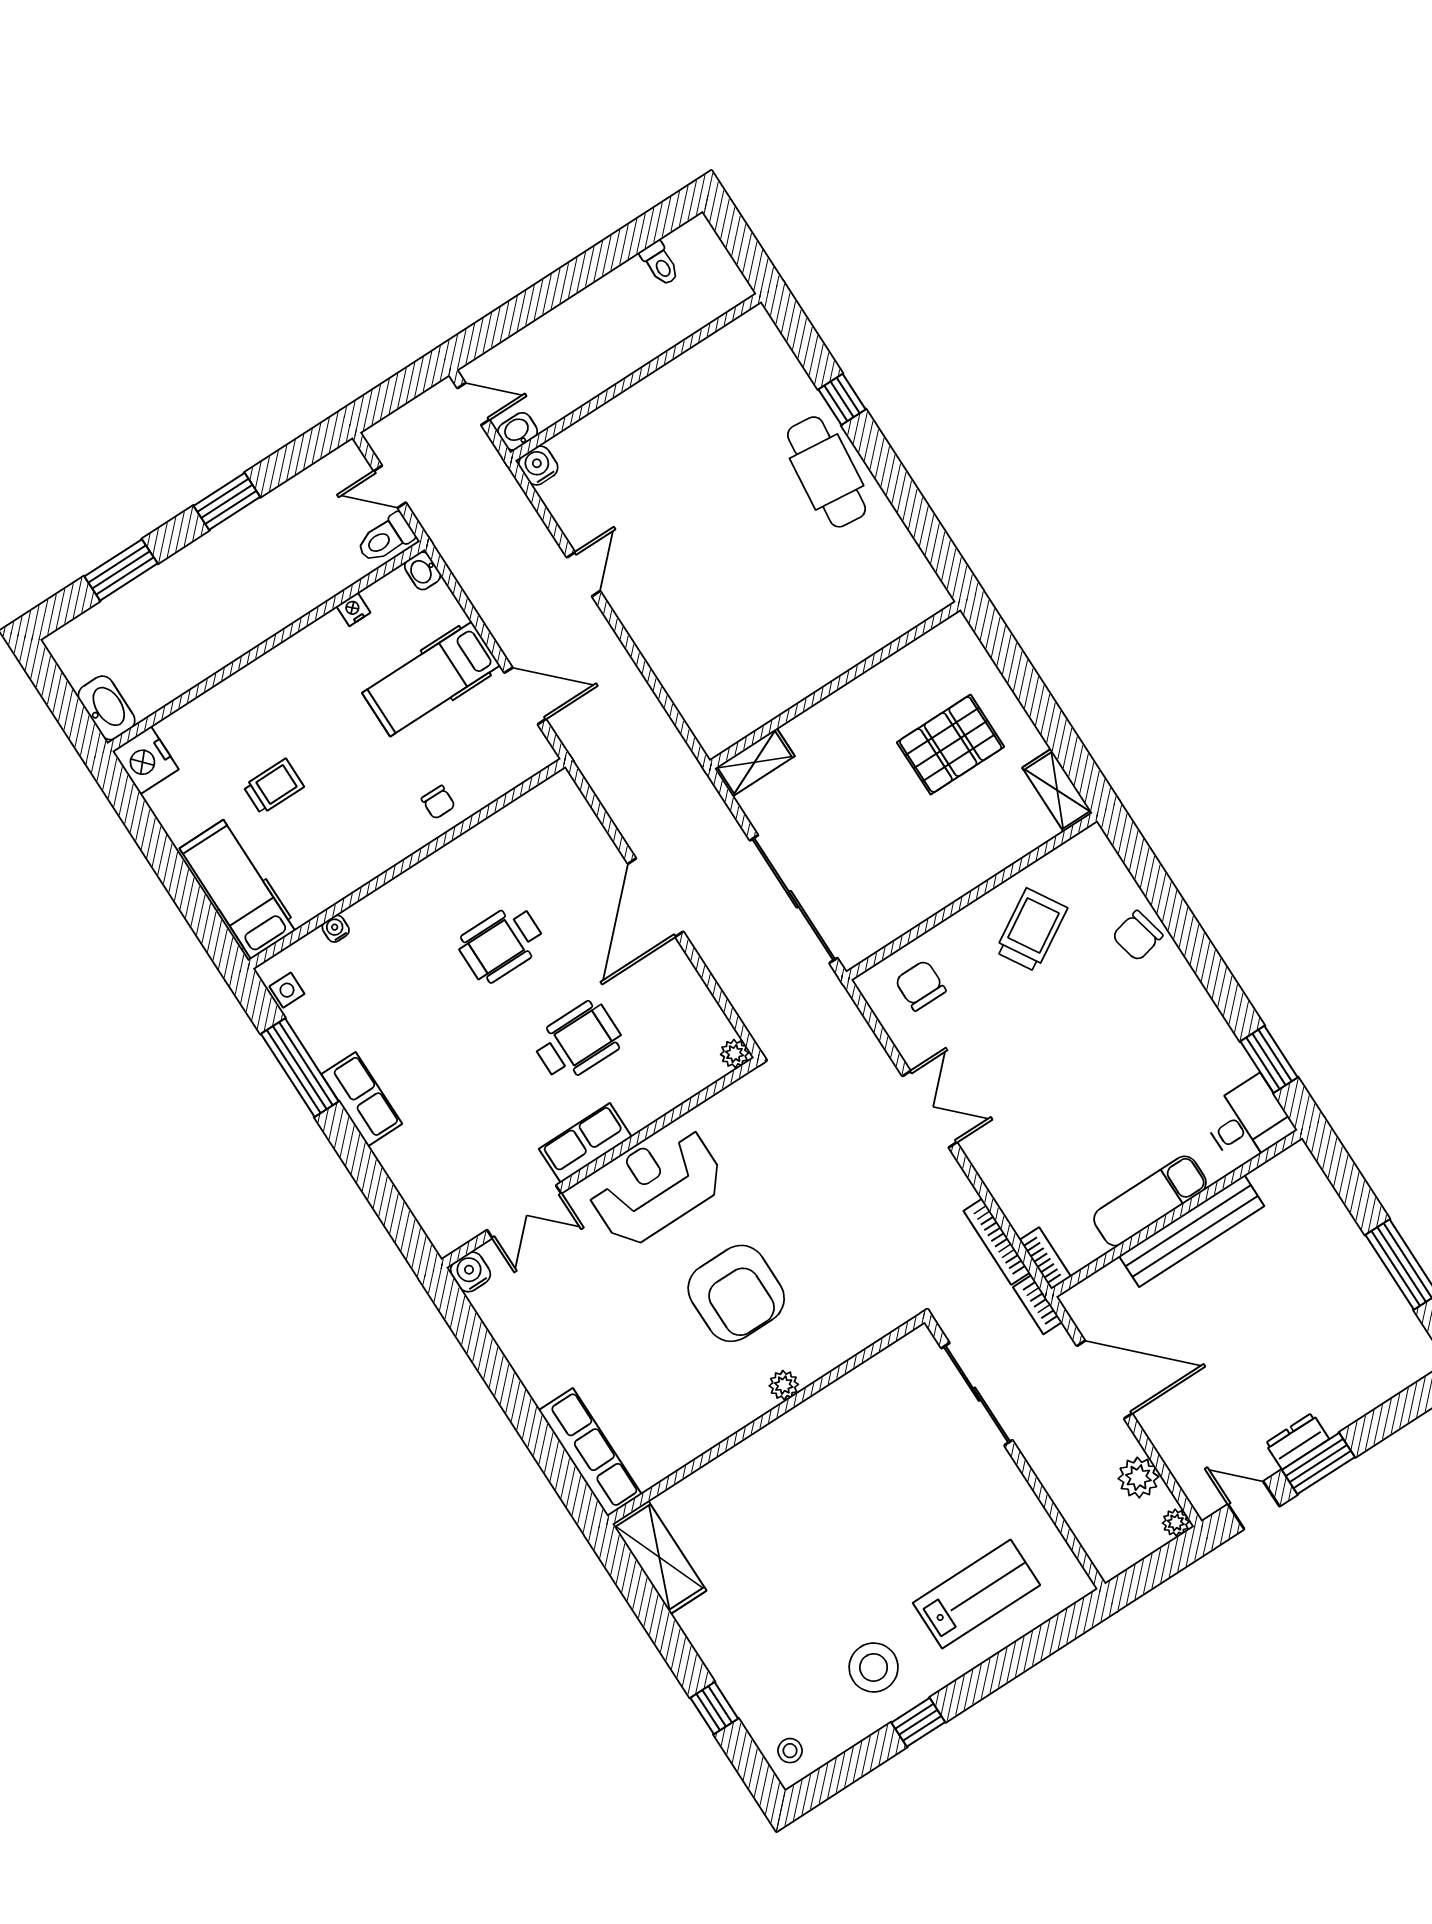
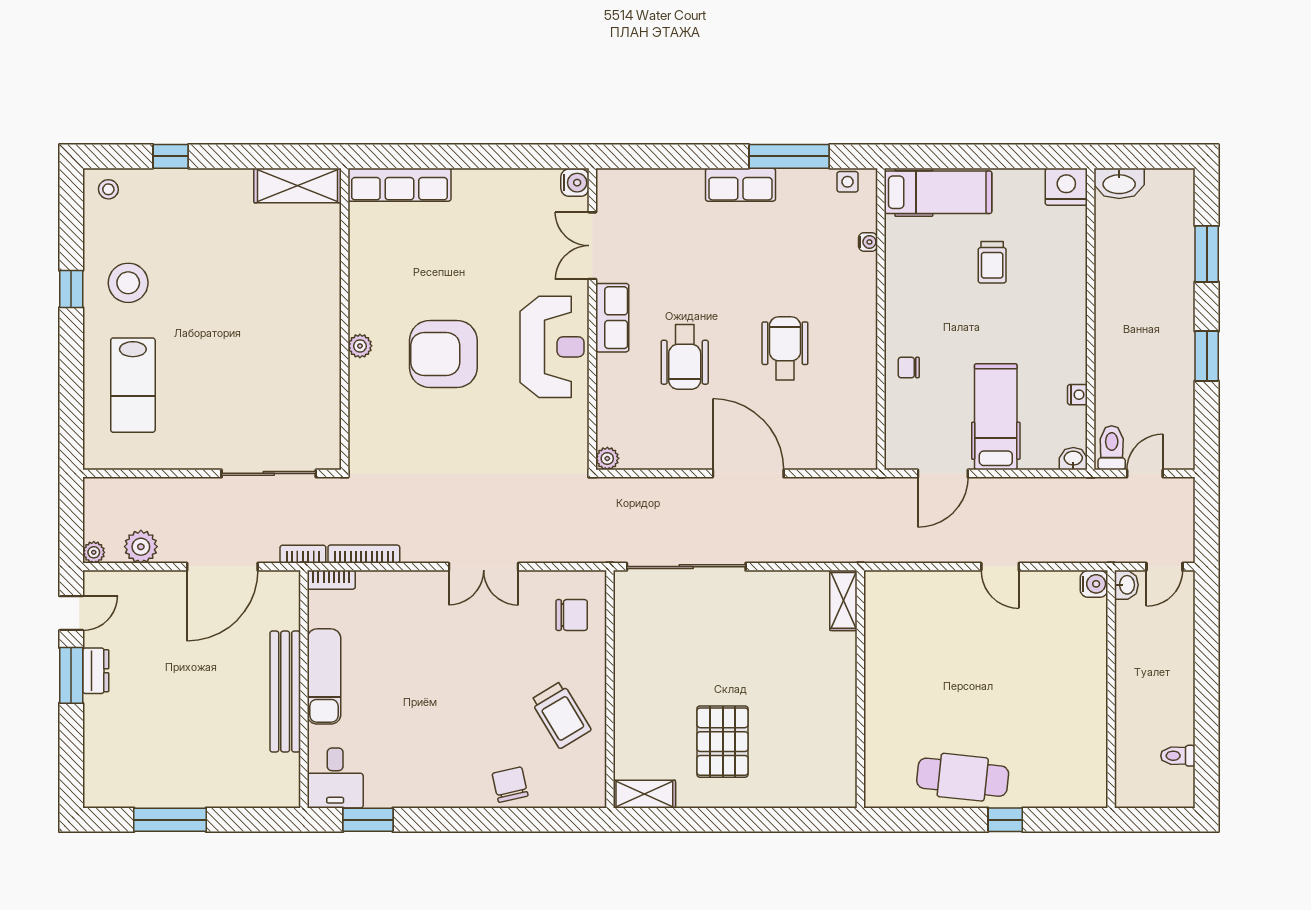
wall: (835, 685) -> (860, 689), moved
shelving: (755, 762) -> (843, 600), moved

